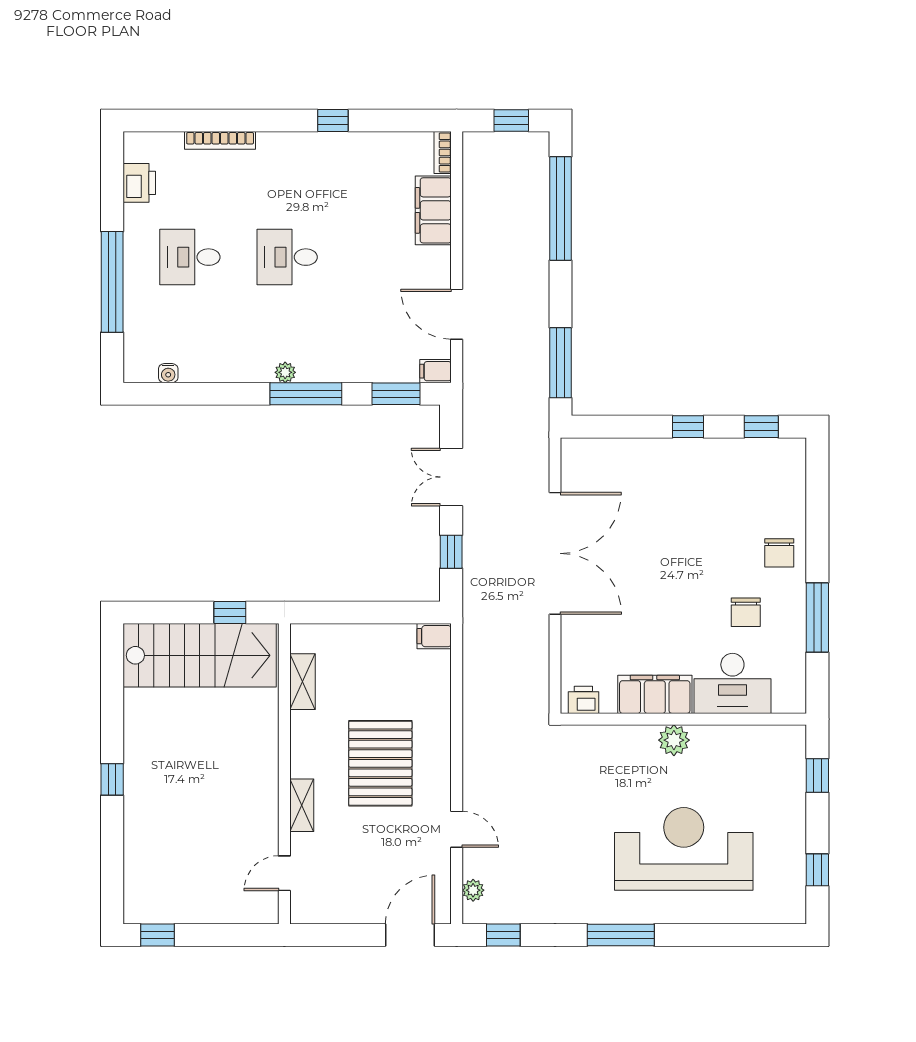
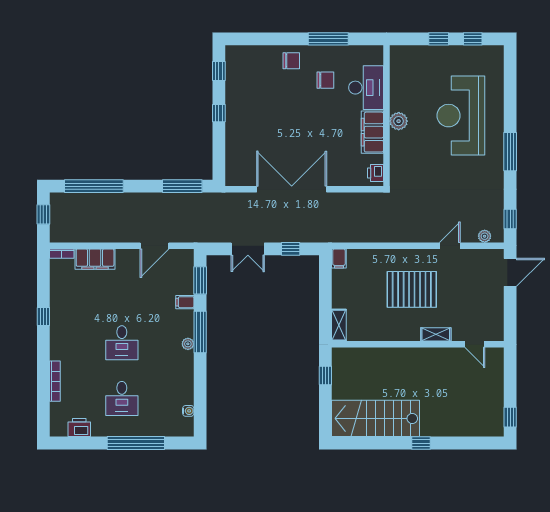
filing cabinet: (436, 371) -> (185, 302), moved, turned 90
stairs: (200, 655) -> (375, 418), moved, turned -90
shelving: (302, 682) -> (339, 325), moved, turned 90
window: (817, 776) -> (439, 39), moved
door: (410, 935) -> (510, 272), swing flipped

